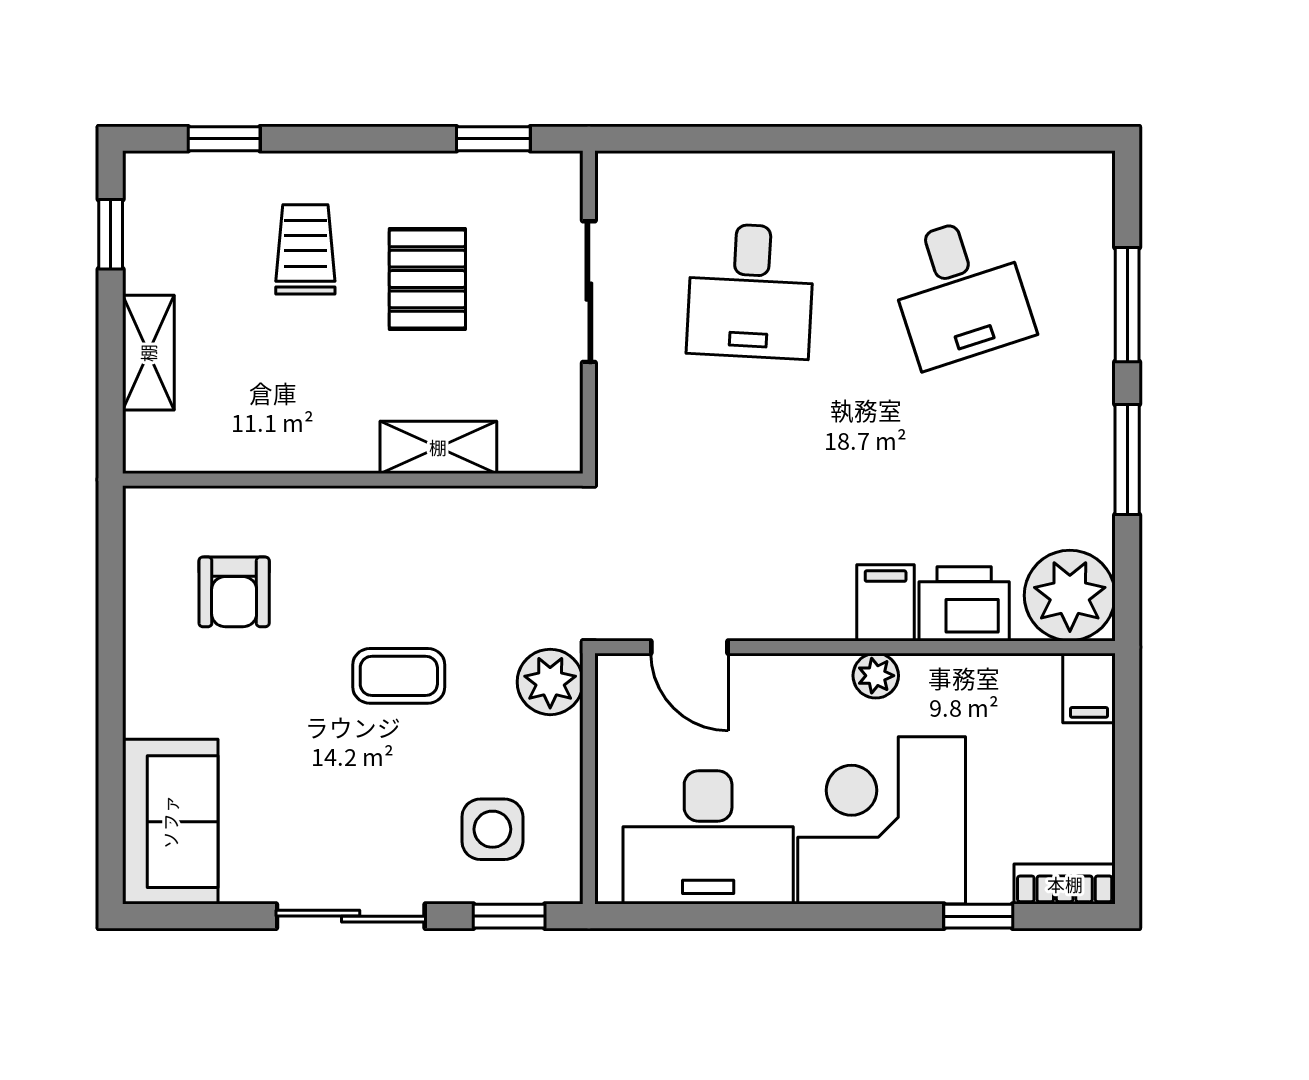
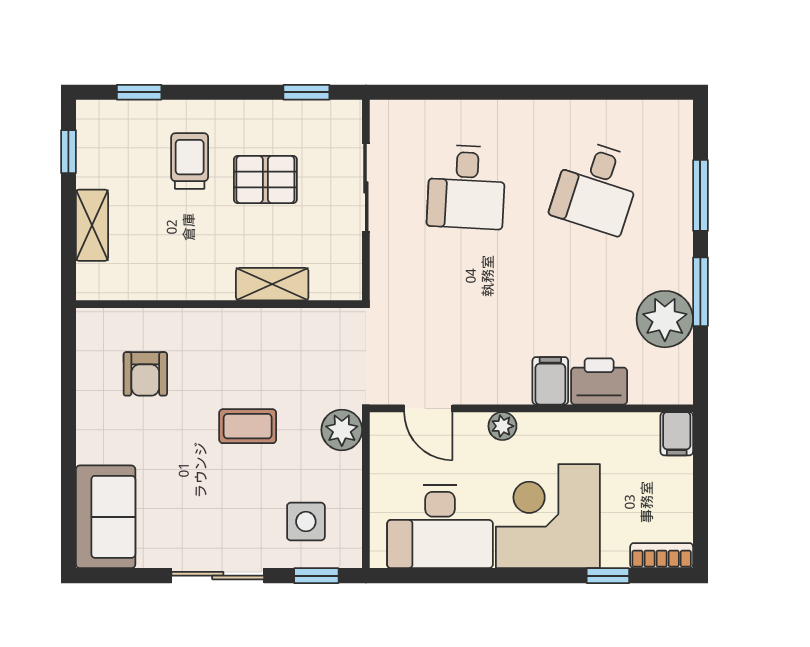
pallet: (427, 279) -> (265, 179), turned 90
desk: (960, 291) -> (596, 187), turned 36
plant: (1070, 595) -> (665, 319), moved
plant: (876, 676) -> (502, 426), moved

